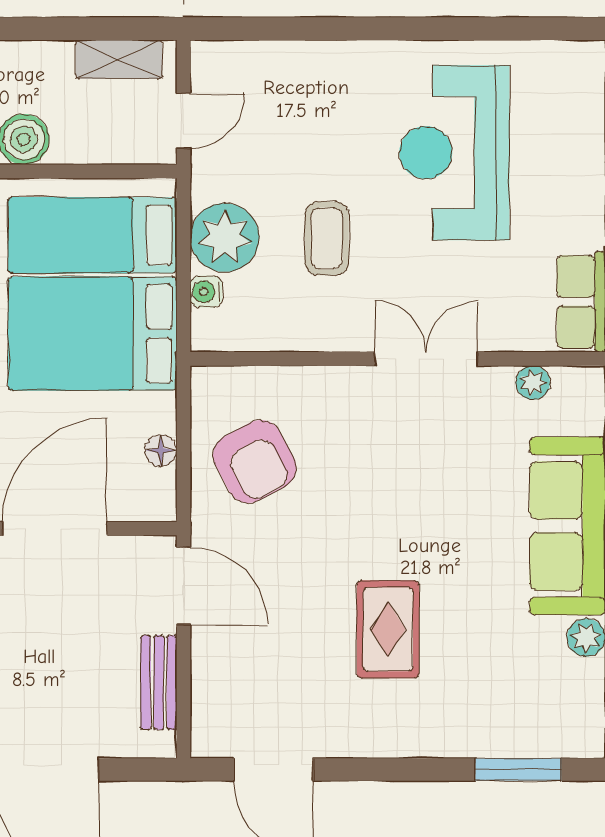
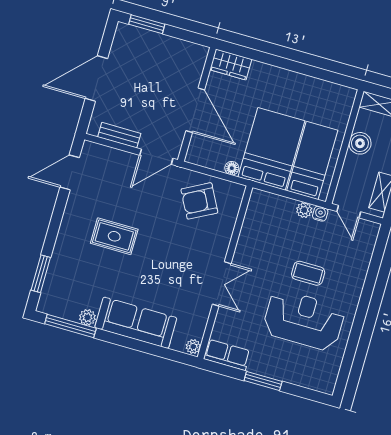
plant: (225, 238) -> (304, 210), width x0.53, depth x0.53
coffee table: (327, 238) -> (308, 273), moved
water cooler: (206, 292) -> (320, 214), moved
plant: (533, 383) -> (193, 347), moved
floor lamp: (161, 450) -> (232, 168), moved

